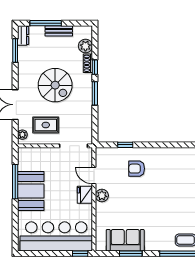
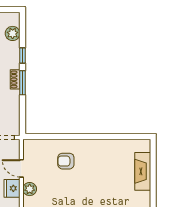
shoe rack: (88, 63) -> (15, 79), moved
window: (125, 145) -> (54, 136), removed

